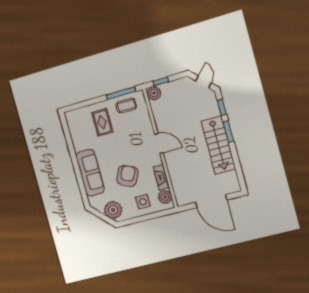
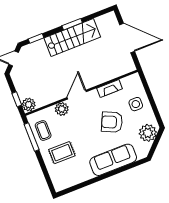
window: (228, 132) -> (72, 24), moved
plant: (165, 197) -> (62, 109), moved
door: (211, 201) -> (127, 38), hinge flipped

